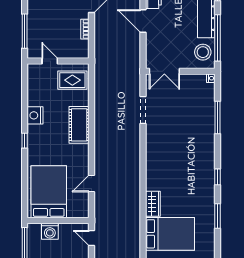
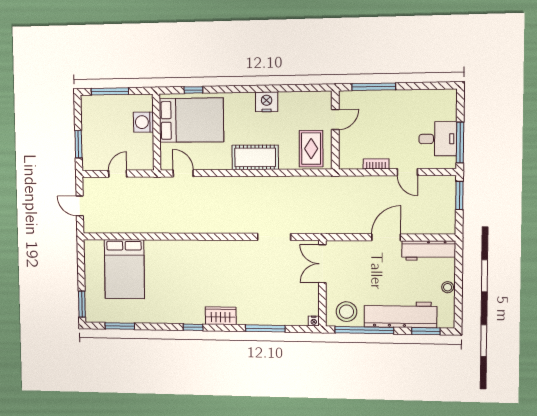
window: (25, 141) -> (193, 90), moved
bed: (49, 192) -> (191, 120), moved
wardrobe: (153, 204) -> (221, 316), moved, turned 180
window: (218, 216) -> (120, 326), moved
wall: (58, 220) -> (157, 132), moved
washing machine: (50, 231) -> (143, 122), moved

